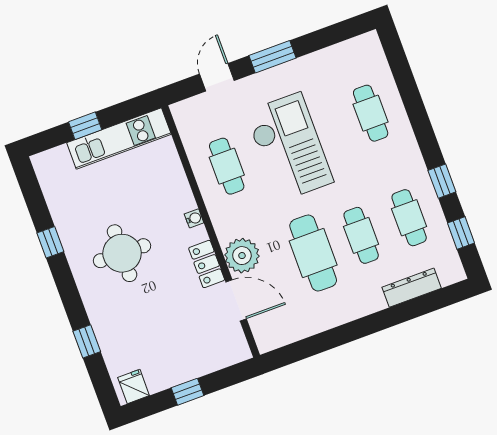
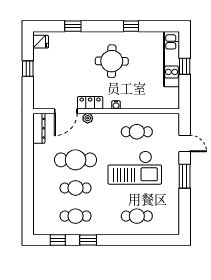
kitchen unit: (119, 138) -> (172, 59), moved
plant: (242, 256) -> (88, 118), width x0.53, depth x0.53
dresser: (412, 288) -> (39, 128), moved

